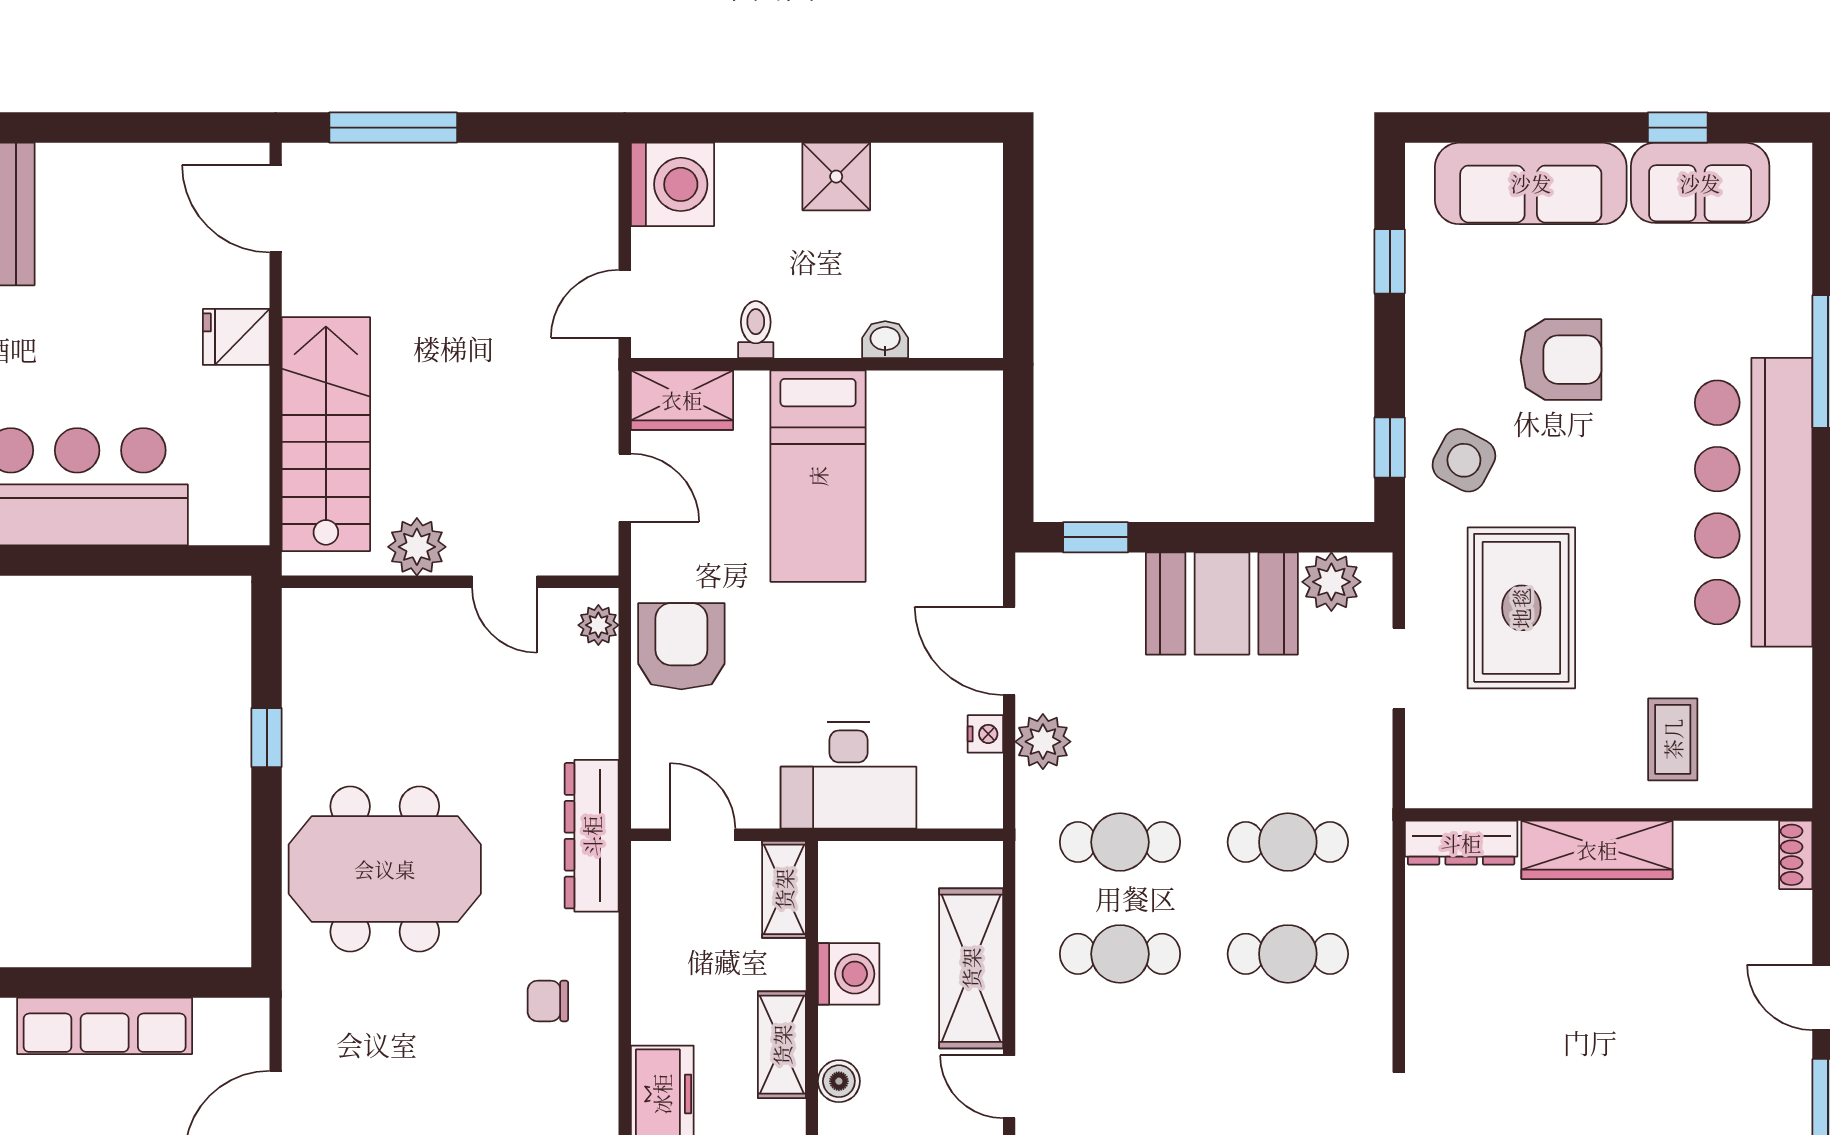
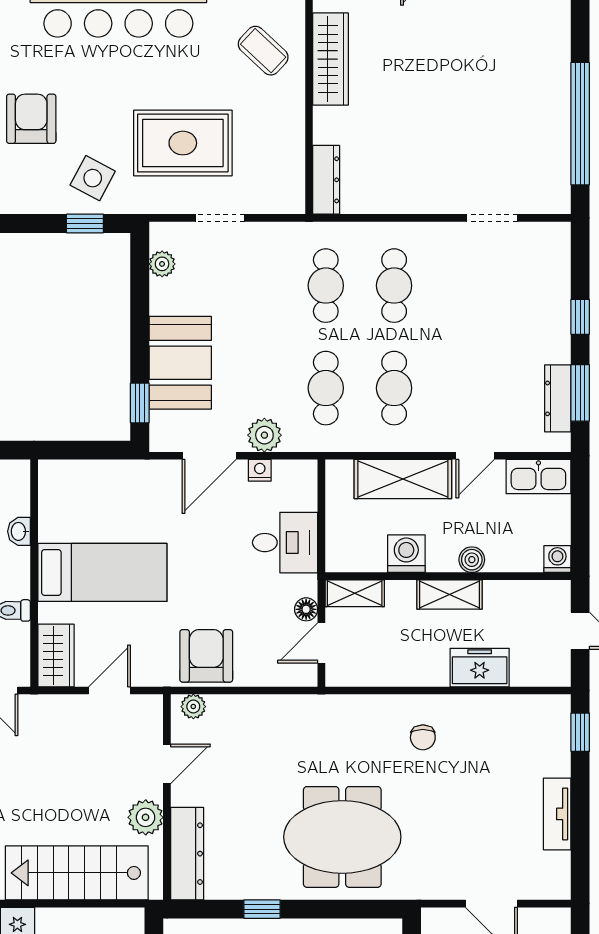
plant: (1331, 582) -> (162, 264), width x0.73, depth x0.73
booth: (1222, 604) -> (180, 363), moved
armchair: (681, 646) -> (206, 656), turned 90
coffee table: (1673, 739) -> (263, 51), turned 43
desk: (849, 775) -> (285, 543), width x0.73
floor lamp: (758, 810) -> (306, 609), added
dresser: (592, 836) -> (187, 854), moved, turned -90
wardrobe: (1597, 850) -> (331, 59), moved
meeting table: (385, 869) -> (342, 837), turned 90

